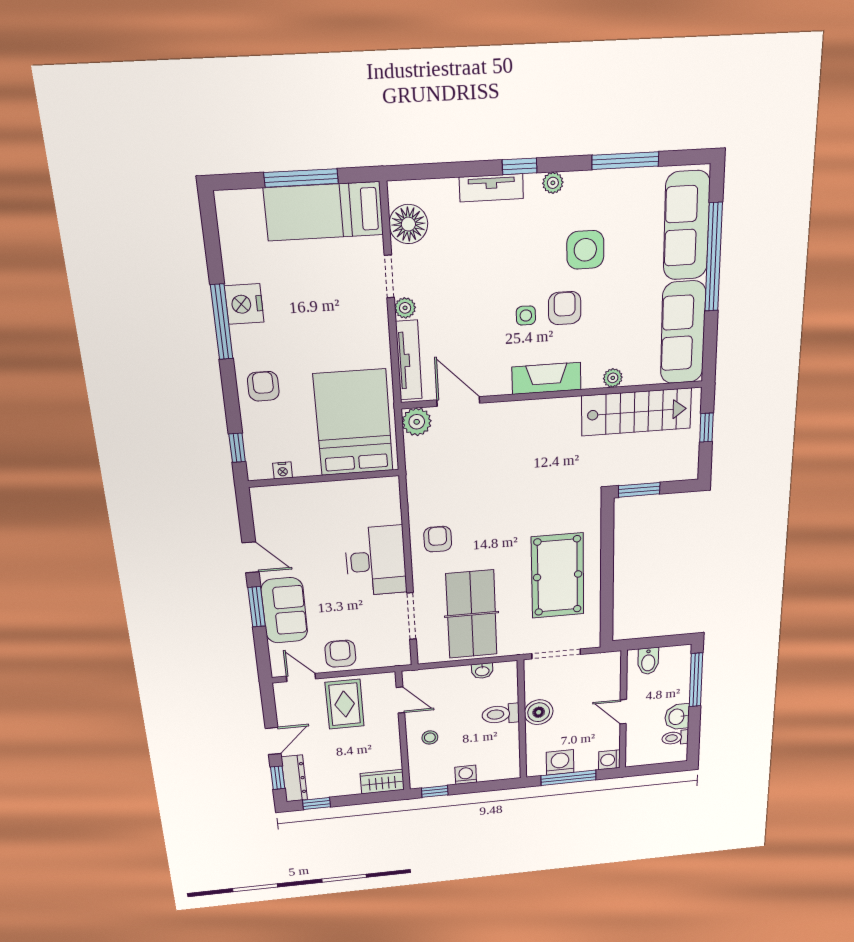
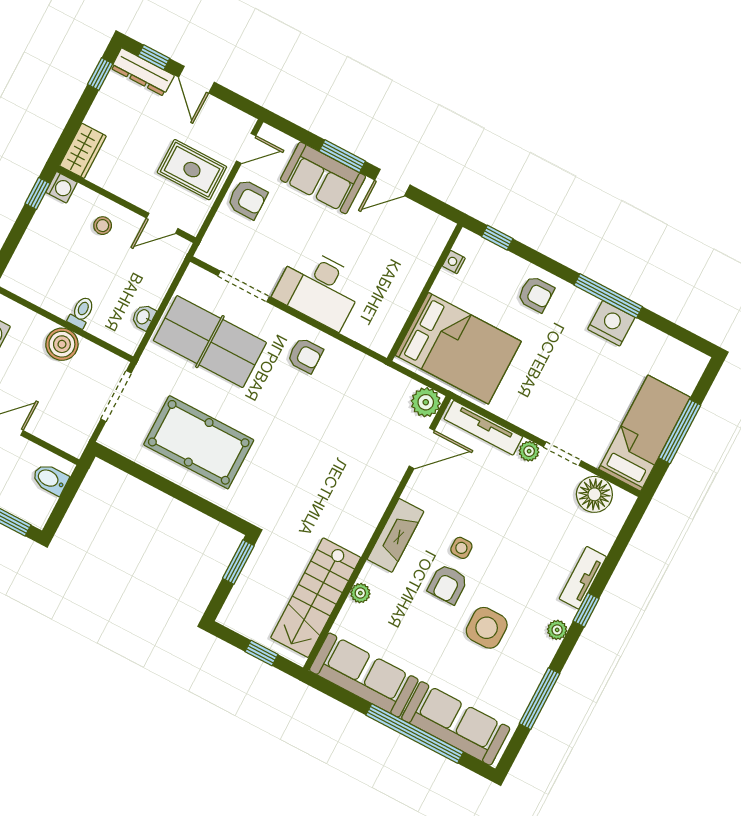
armchair: (565, 308) -> (448, 584), turned 90
toilet: (501, 714) -> (81, 312), width x0.73, depth x0.72
washing machine: (466, 775) -> (61, 187), moved

